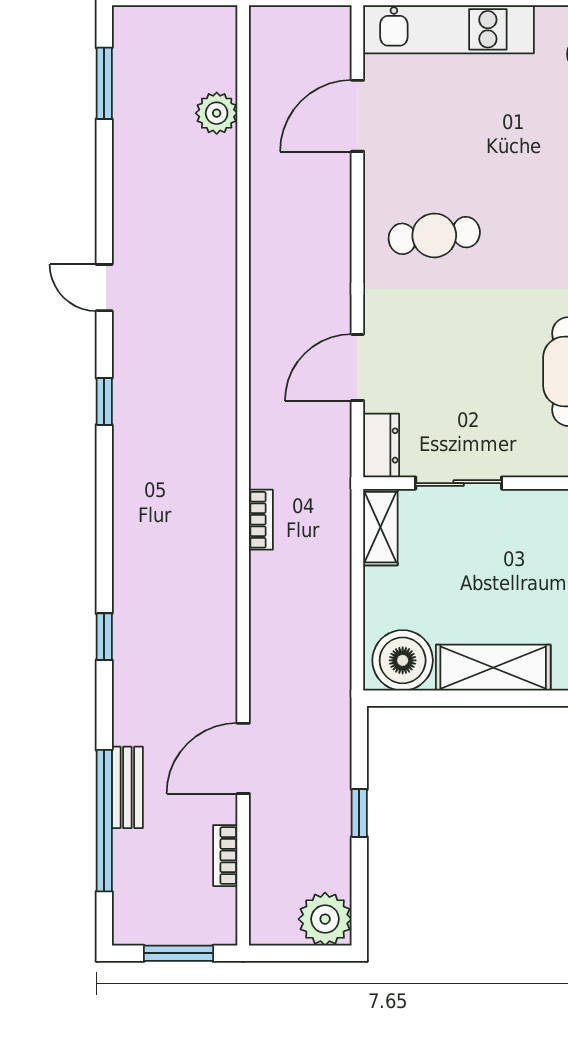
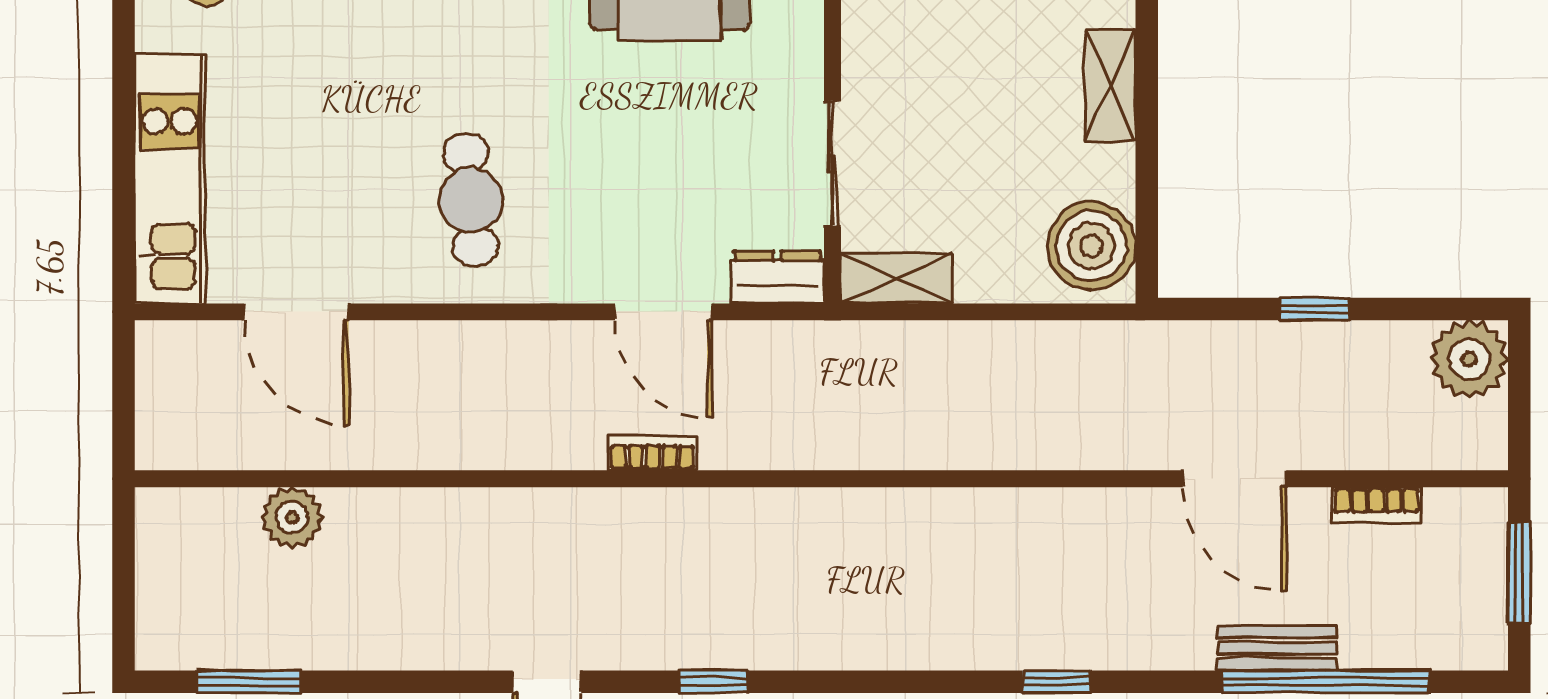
bookcase: (261, 520) -> (653, 453), moved
shelving: (493, 668) -> (1110, 86), width x0.67, depth x0.75

